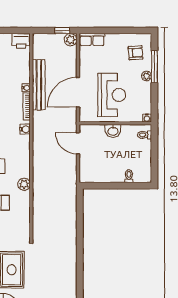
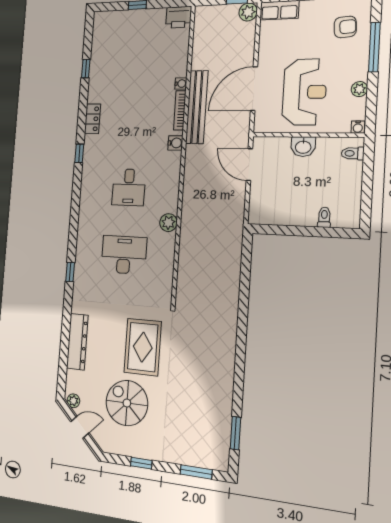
plant: (147, 76) -> (359, 89), moved
bench: (39, 85) -> (197, 107), moved

